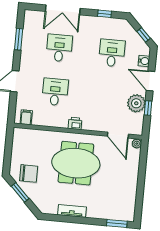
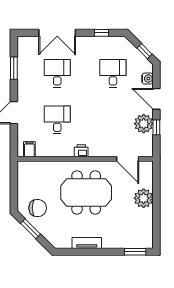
plant: (137, 144) -> (144, 198), moved, width x1.88, depth x1.88

